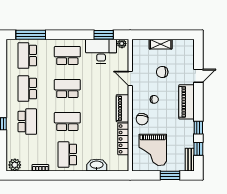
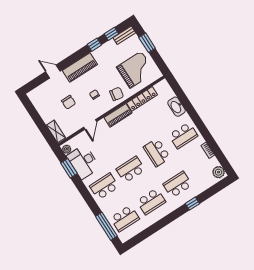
shelving: (161, 44) -> (56, 131), moved
school desk: (67, 56) -> (104, 186), turned 90
school desk: (67, 89) -> (131, 169), turned 90

